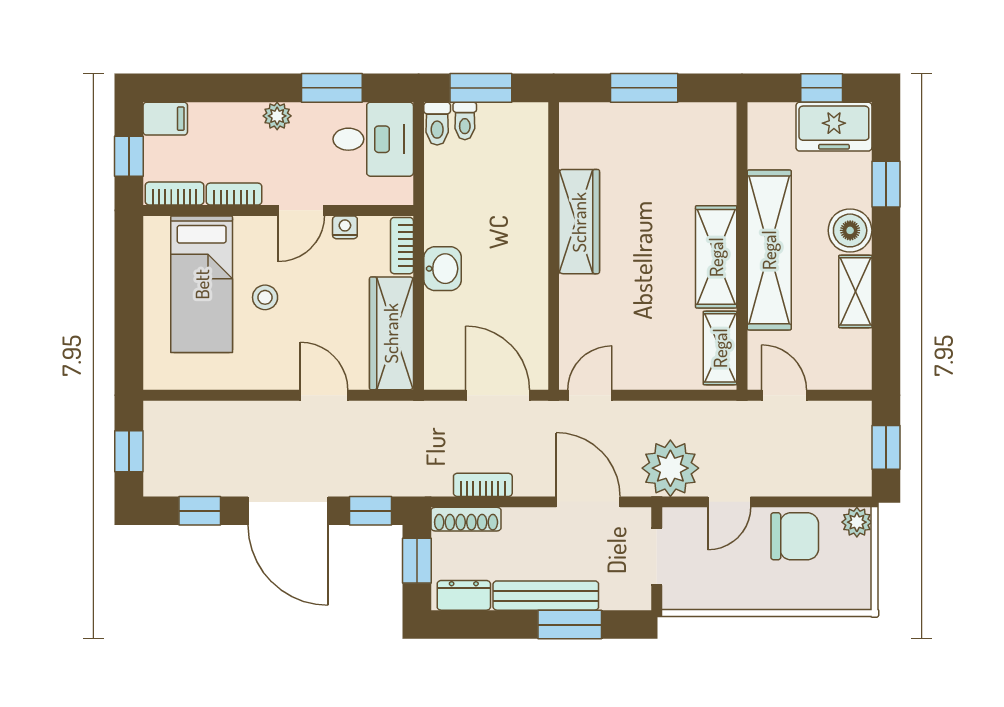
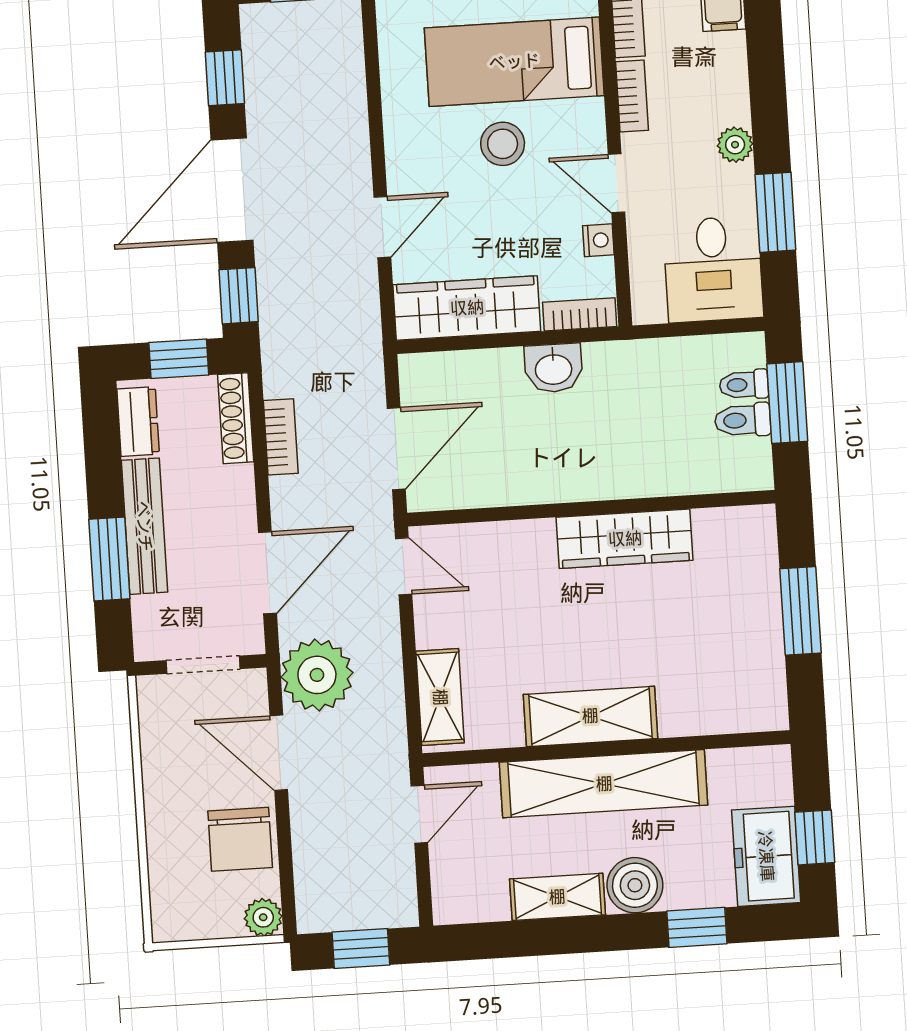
toilet: (437, 124) -> (743, 420), moved
stool: (265, 297) -> (503, 144), width x1.37, depth x1.37
shelving: (720, 348) -> (440, 697), moved, turned 90
door: (729, 502) -> (279, 753), width x1.38

